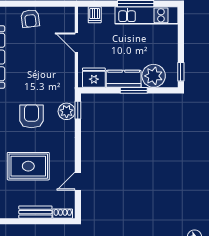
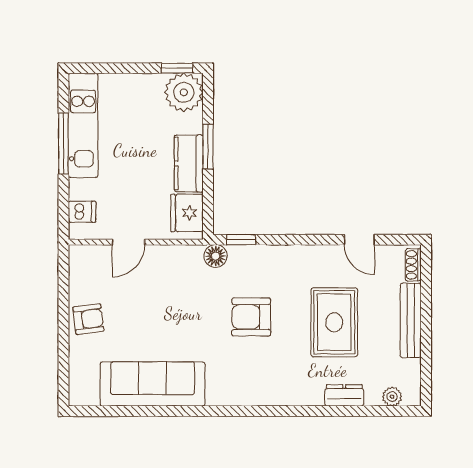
plant: (154, 76) -> (184, 92), moved
floor lamp: (68, 95) -> (216, 256), added
plant: (67, 111) -> (243, 259), removed
bench: (35, 212) -> (411, 320), width x1.36

